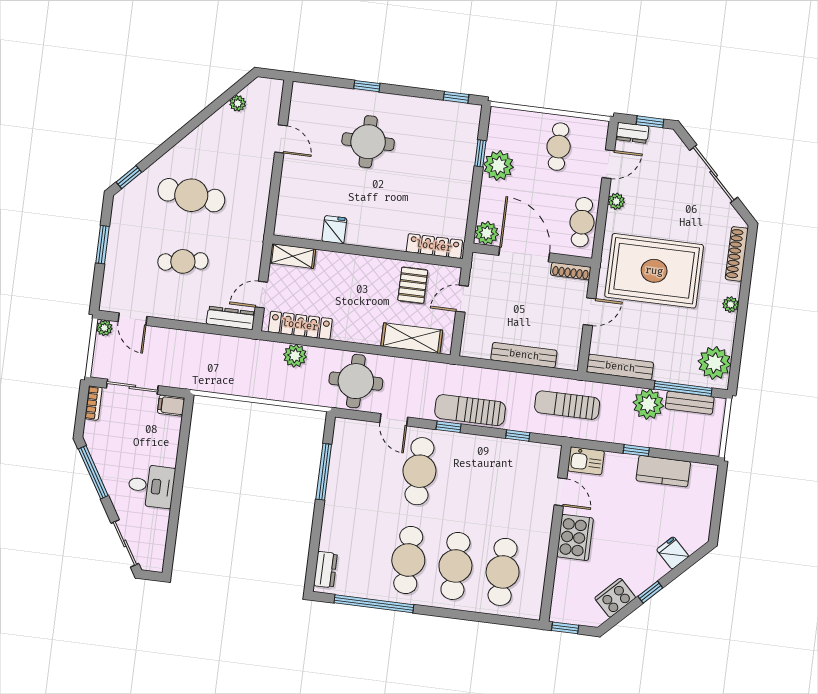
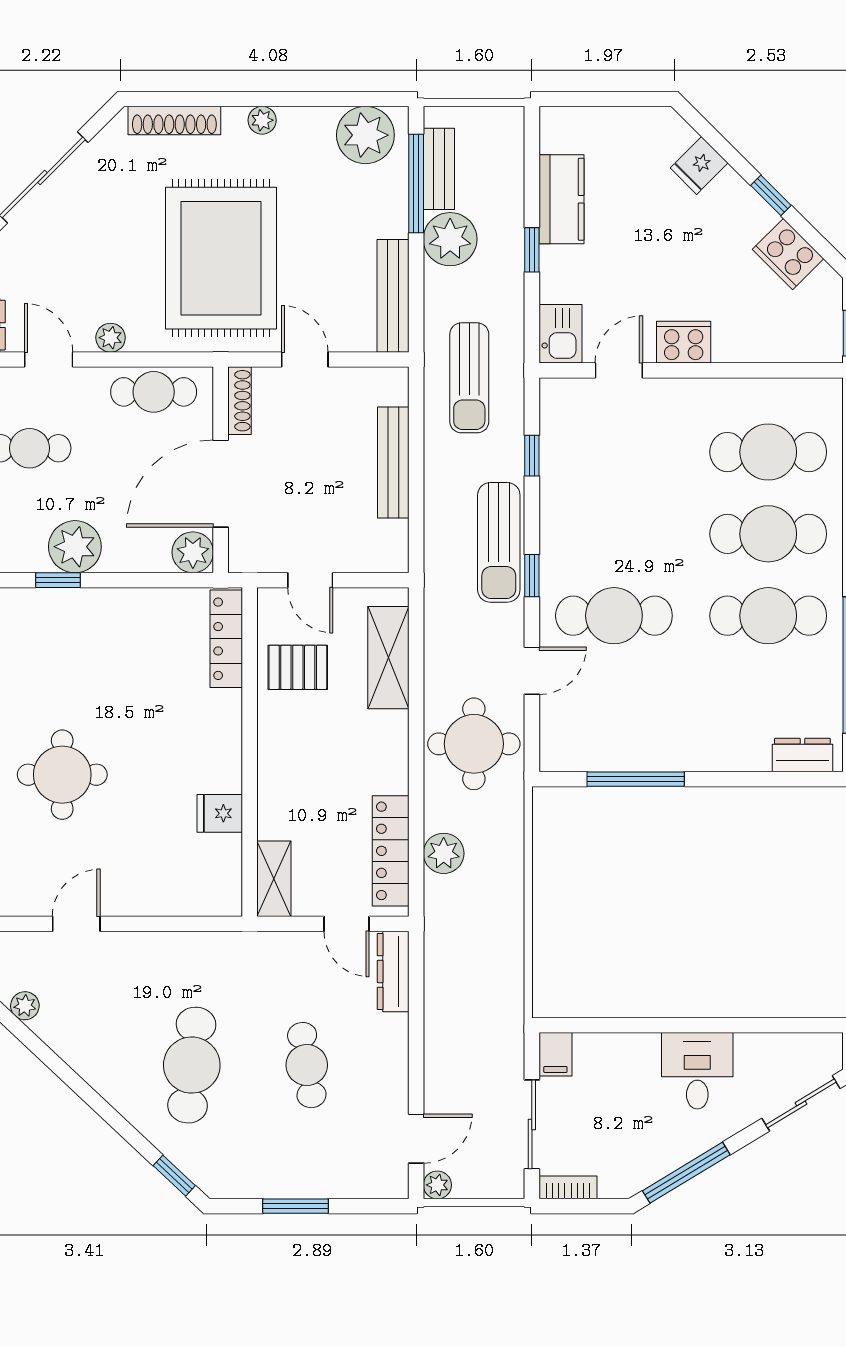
cooker: (575, 537) -> (684, 342), width x0.73, depth x0.76

